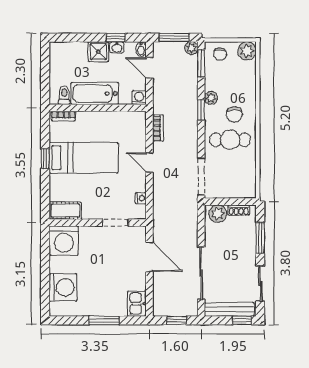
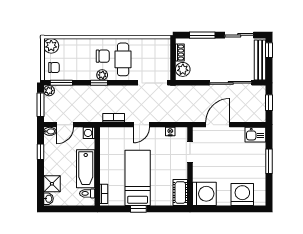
washbasin: (117, 47) -> (48, 199), moved
shower: (98, 52) -> (52, 184), moved
plant: (211, 98) -> (102, 75), moved

